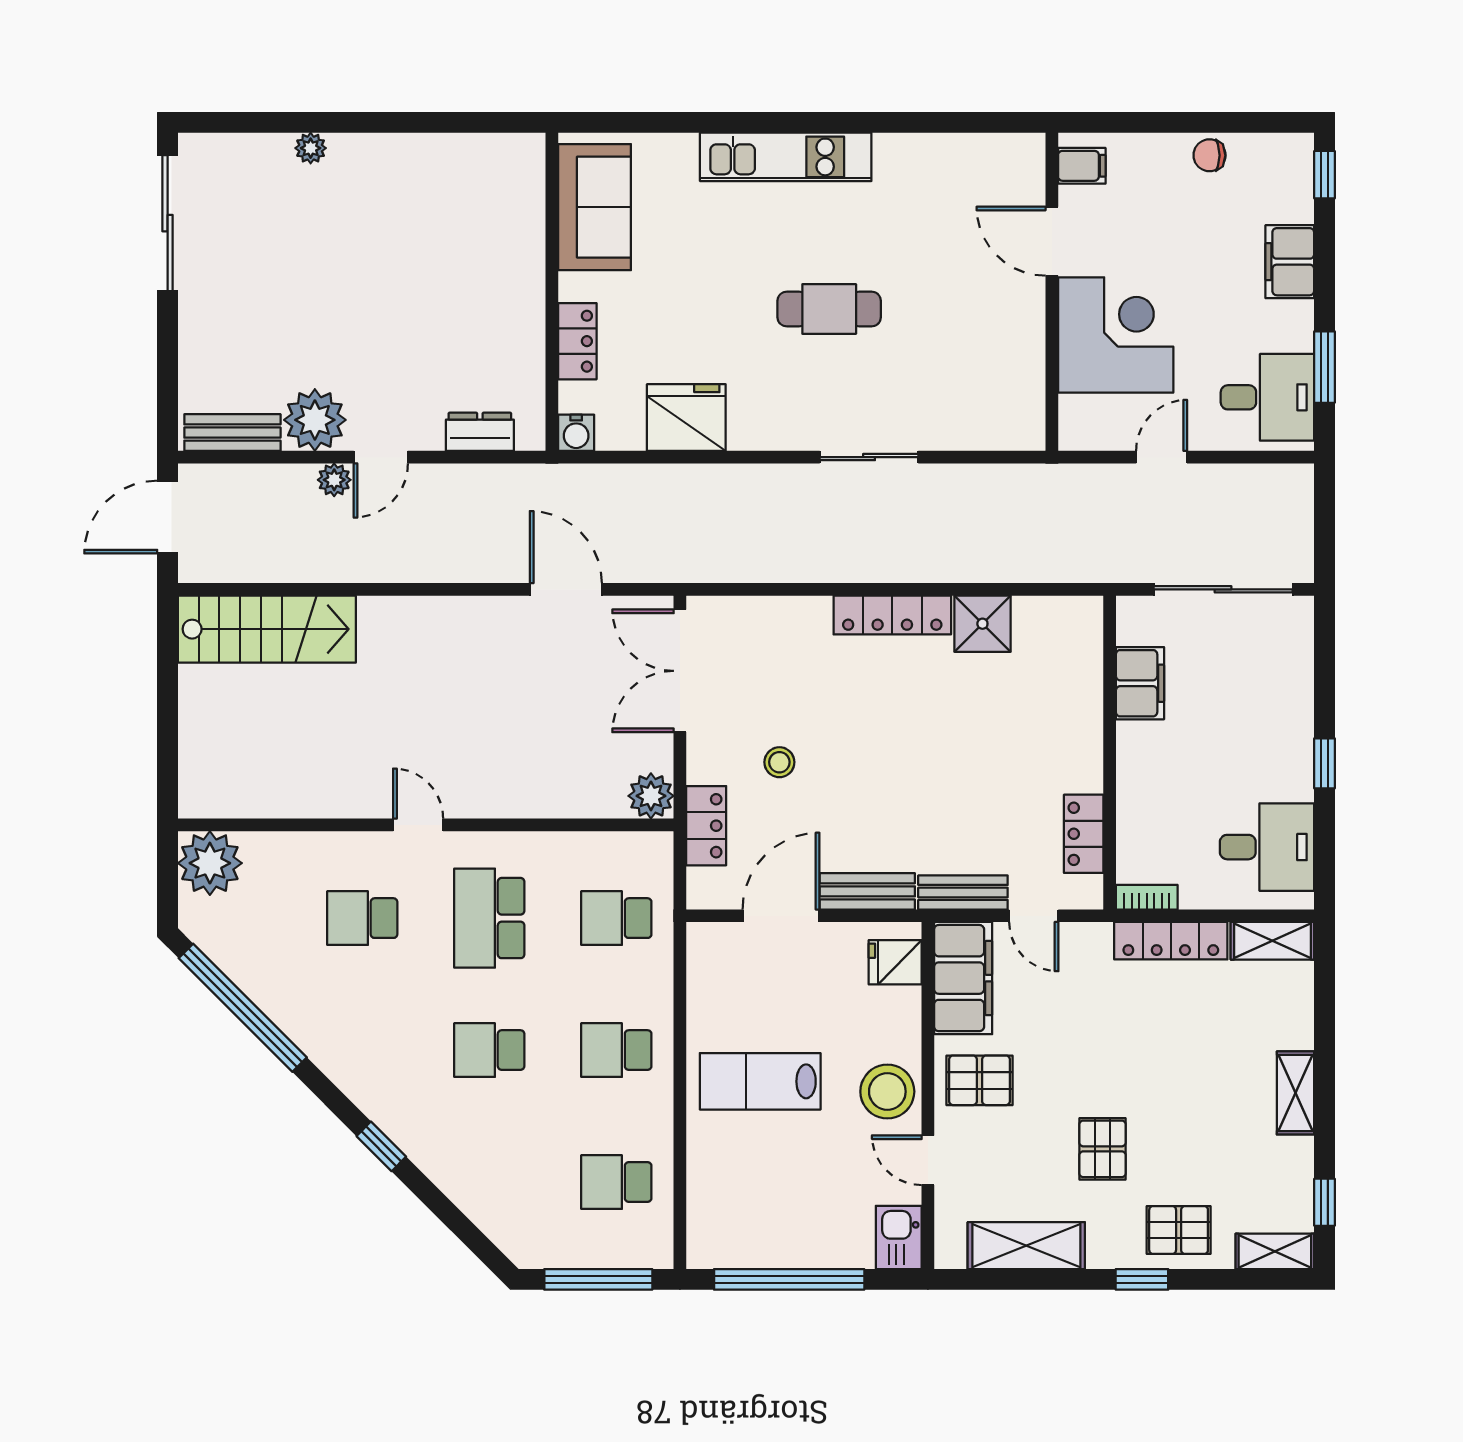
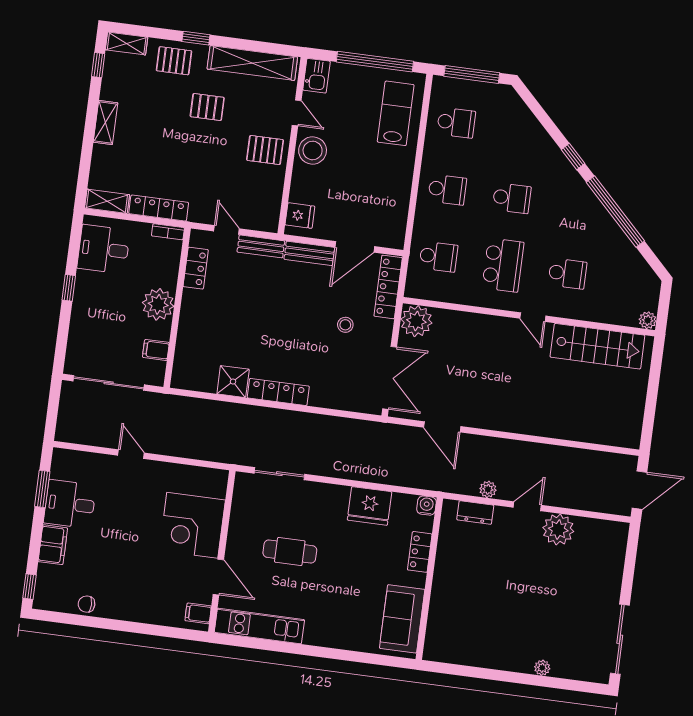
chair: (1209, 155) -> (87, 604), turned 180
kitchen unit: (786, 157) -> (259, 626), moved
filing cabinet: (1082, 166) -> (198, 613), moved
door: (1052, 241) -> (218, 577), moved
wall: (1052, 292) -> (222, 551), moved
corner desk: (1116, 335) -> (192, 525), moved
desk: (1267, 397) -> (70, 504), moved
bench: (232, 433) -> (601, 529), removed
door: (1162, 457) -> (131, 454), swing flipped
plant: (334, 480) -> (488, 489), moved
stairs: (267, 629) -> (597, 346), moved, turned 180
filing cabinet: (1140, 683) -> (156, 350), width x0.50
plant: (1147, 754) -> (158, 304), added
plant: (651, 796) -> (416, 321), width x1.36, depth x1.36
locker: (706, 826) -> (388, 287), width x1.53
plant: (210, 863) -> (648, 320), width x0.53, depth x0.53
filing cabinet: (963, 978) -> (267, 203), removed
window: (243, 1008) -> (615, 212), moved
lab bench: (760, 1081) -> (396, 113), moved, turned -90
pallet: (1103, 1149) -> (207, 107), turned 90
shelving: (1026, 1246) -> (252, 63), width x1.47

